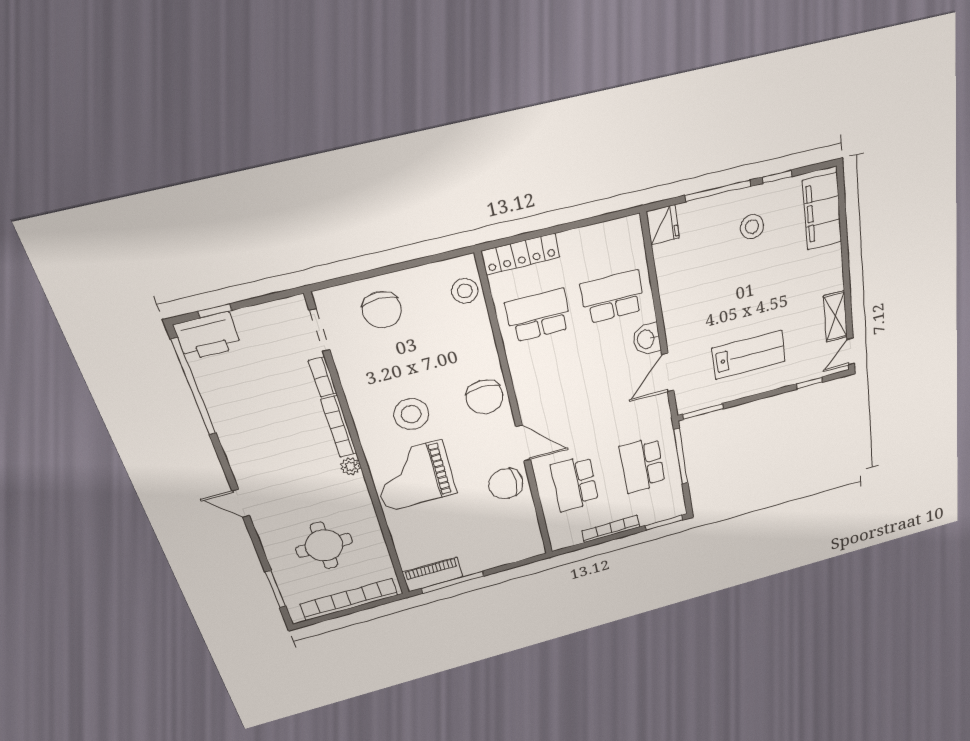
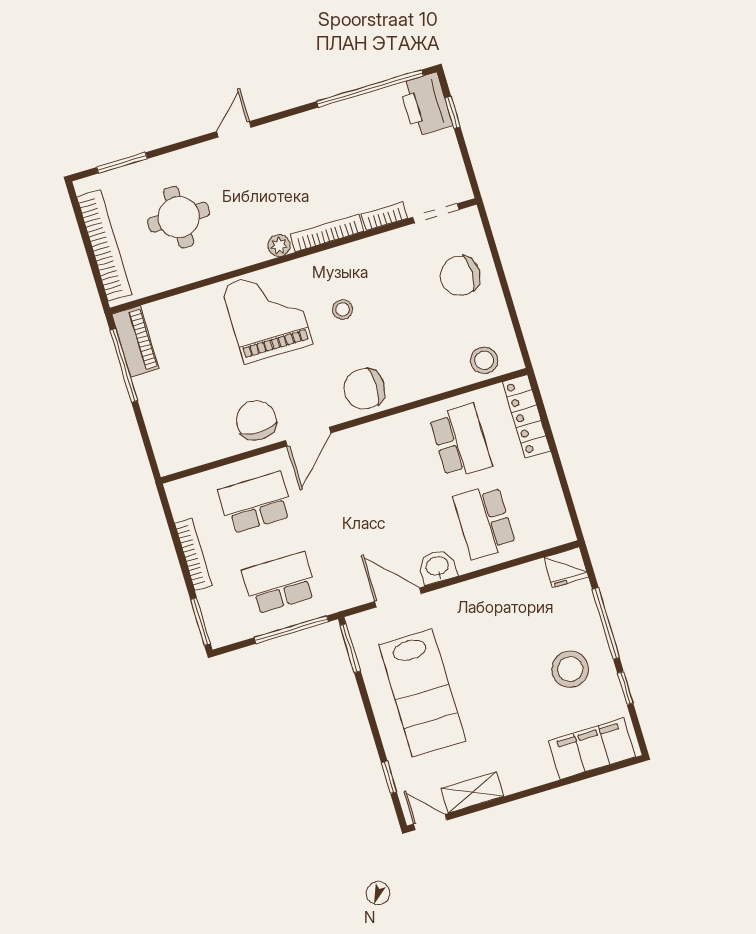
stool: (752, 227) -> (570, 669), width x1.38, depth x1.38
school desk: (613, 297) -> (485, 521), turned 180
lab bench: (749, 355) -> (422, 693), width x1.36, depth x1.39
stool: (411, 414) -> (343, 310), width x0.53, depth x0.53

